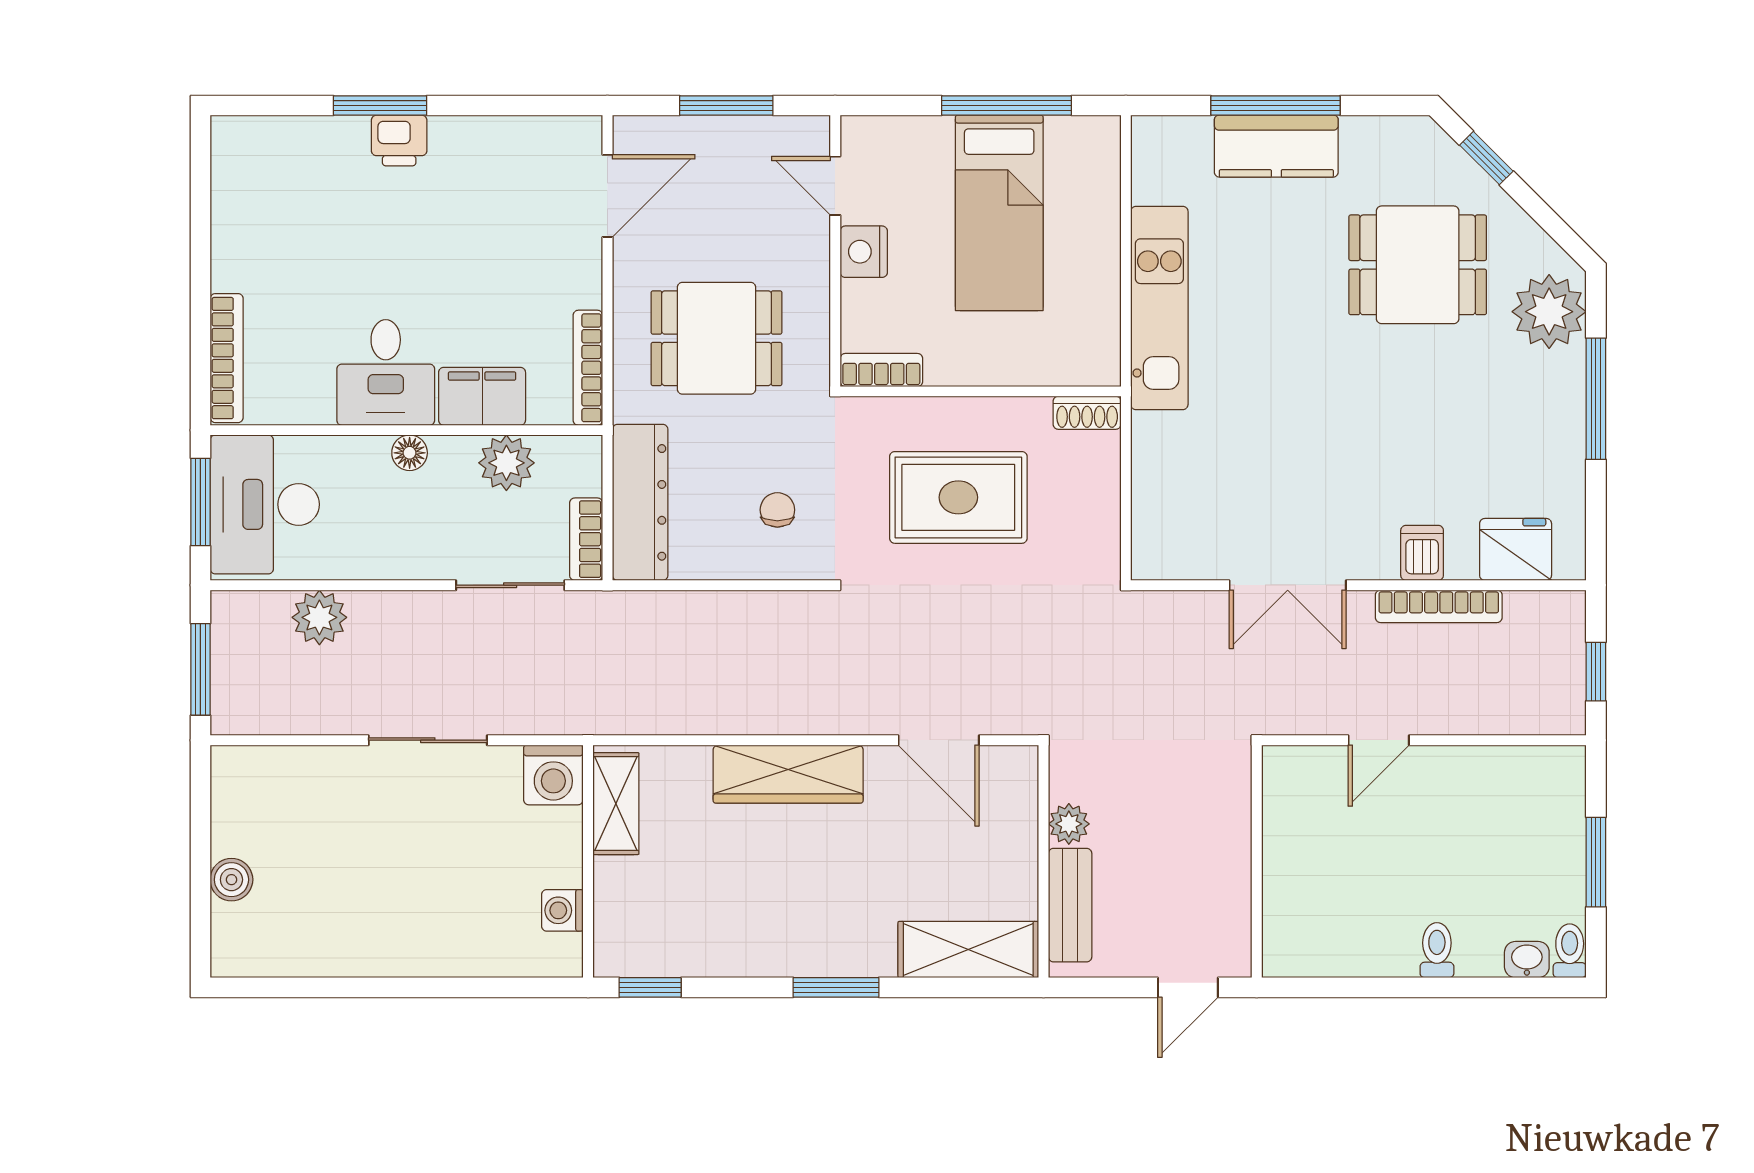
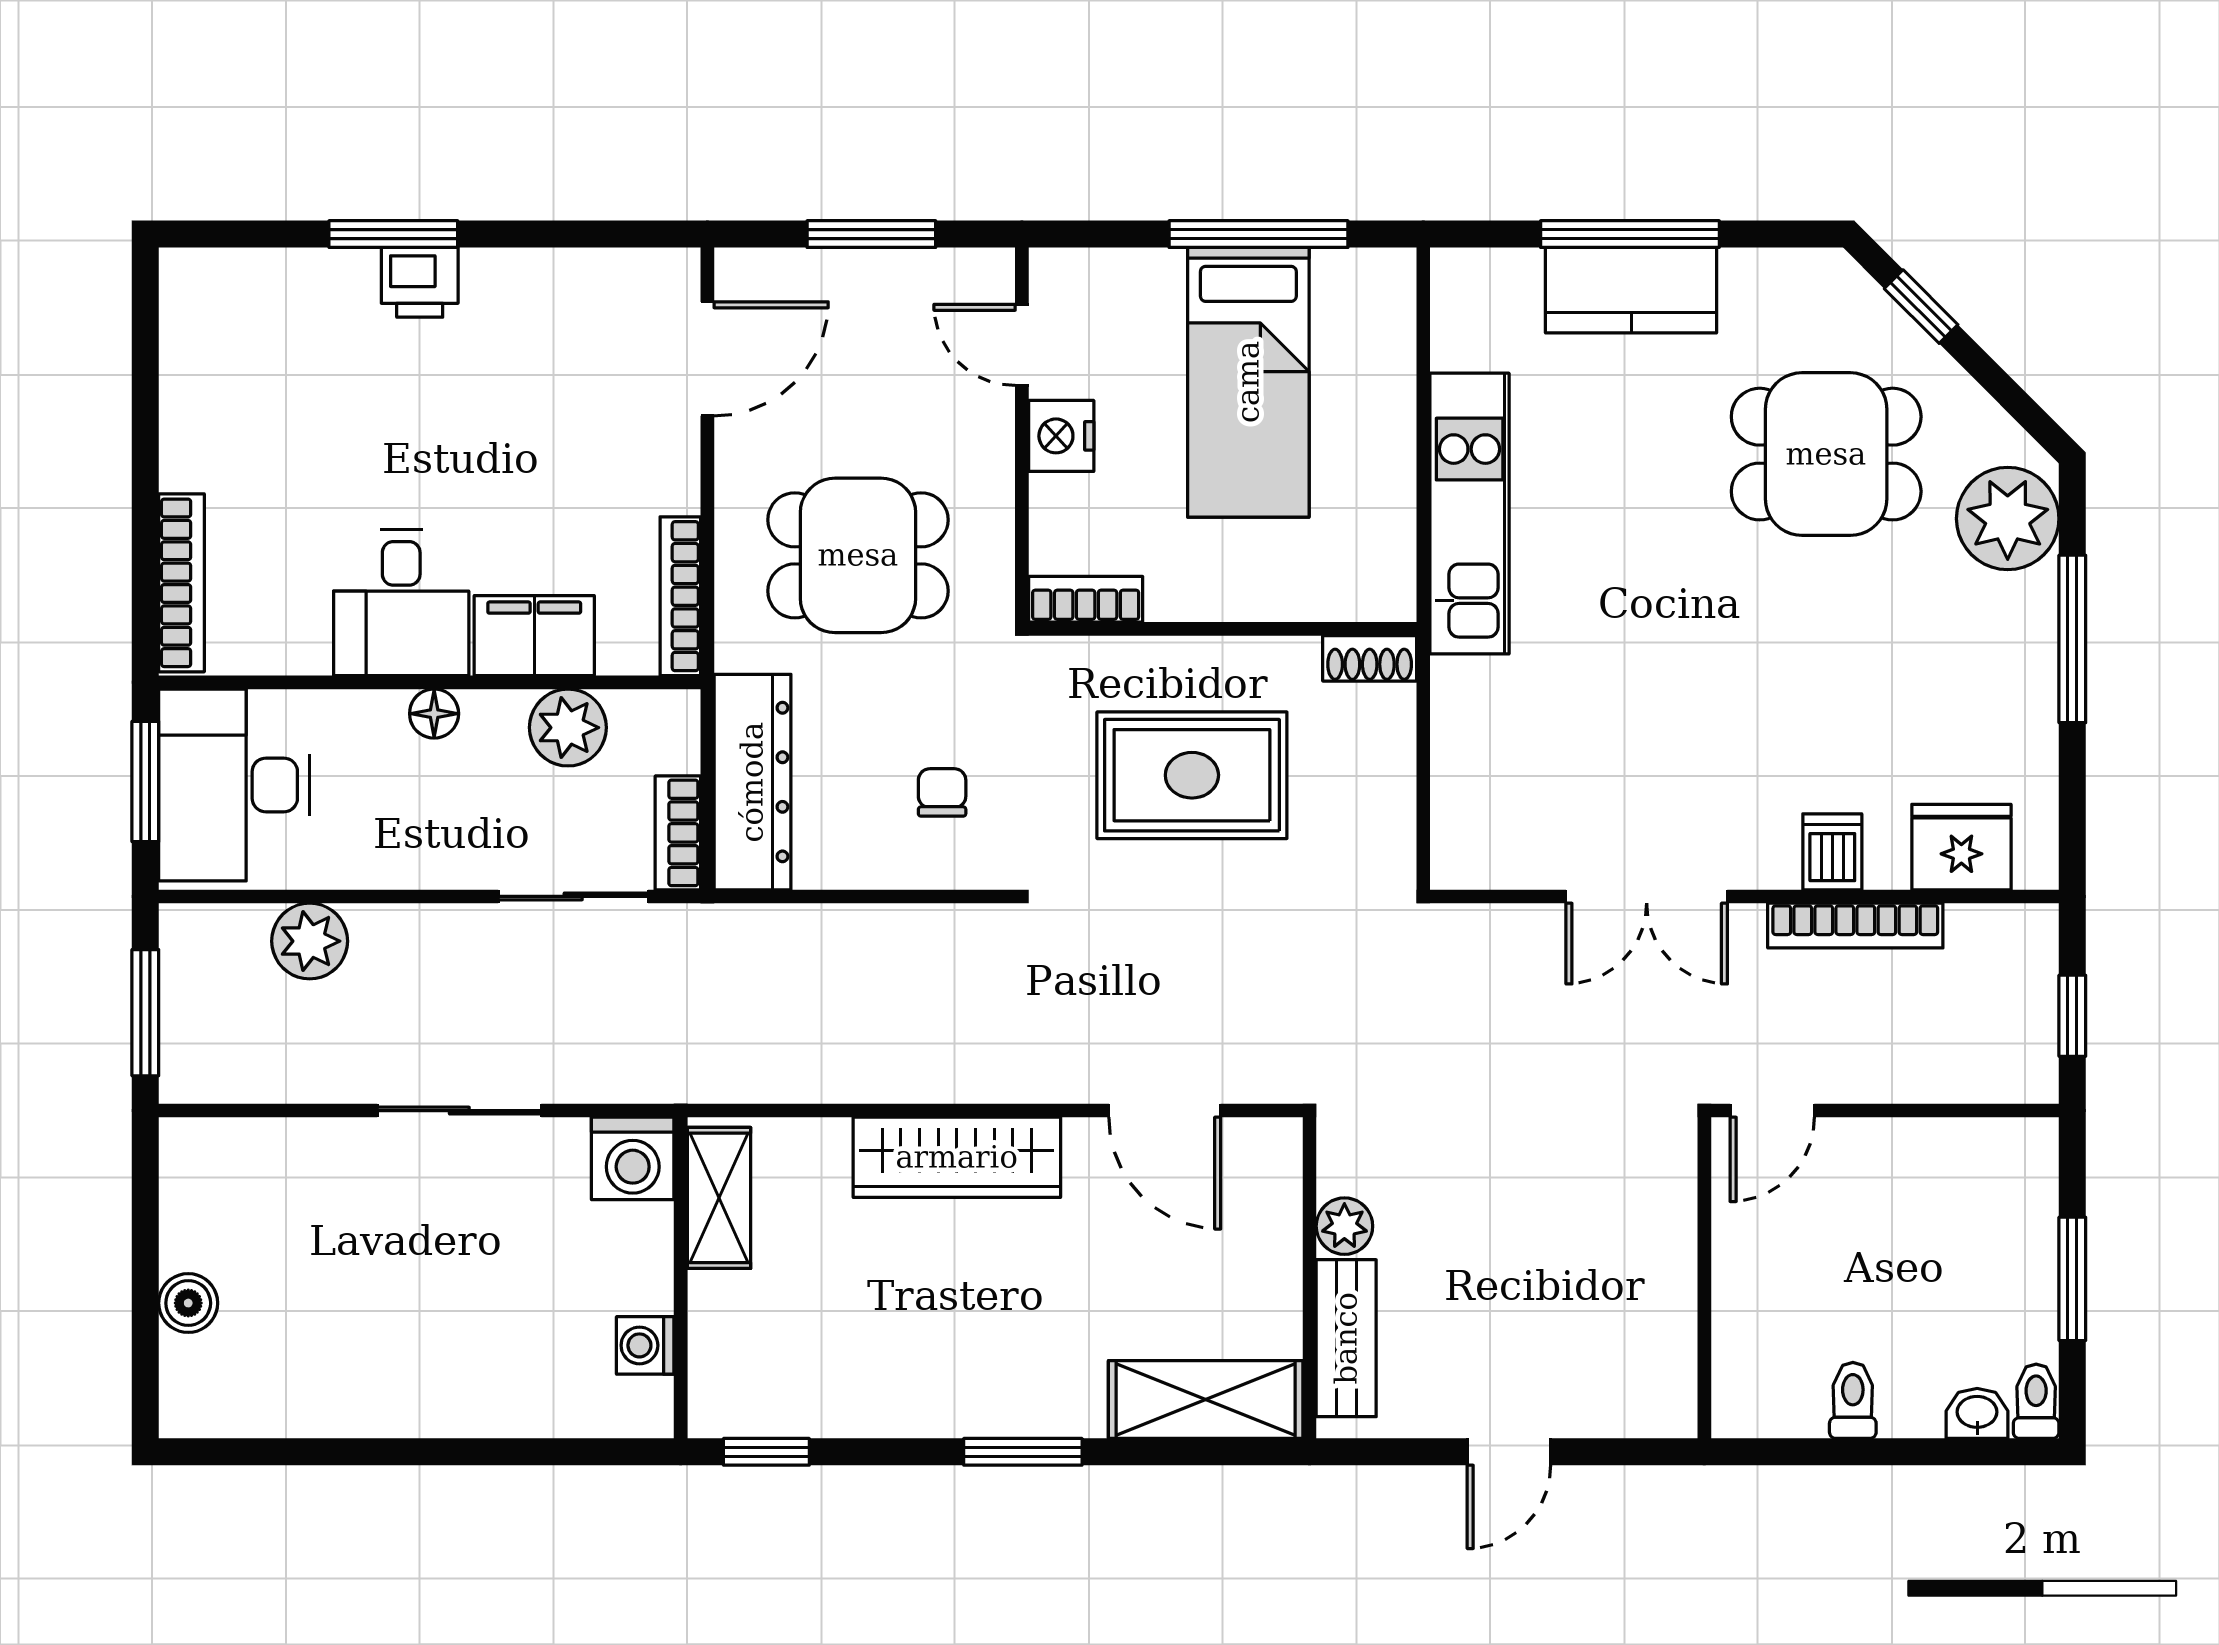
wall: (1257, 861) -> (1704, 1278), moved

